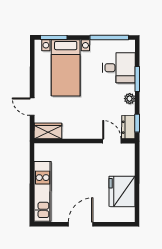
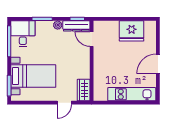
desk: (119, 68) -> (23, 34), moved
dresser: (128, 127) -> (76, 26), width x1.44
door: (112, 141) -> (92, 39), hinge flipped
door: (81, 224) -> (158, 64), hinge flipped

